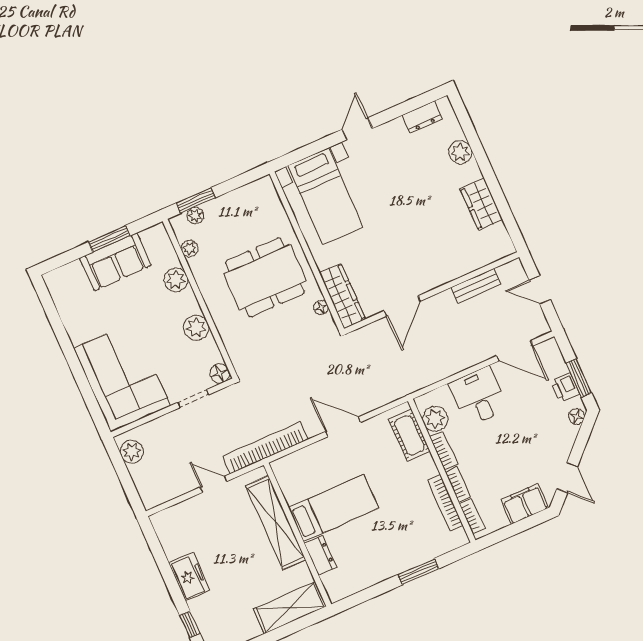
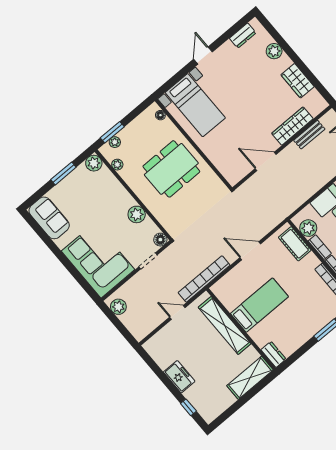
sofa: (115, 262) -> (49, 218), moved, turned -90
plant: (176, 280) -> (94, 163), moved
wardrobe: (342, 296) -> (292, 126), moved, turned -90
door: (402, 306) -> (266, 161), swing flipped
floor lamp: (321, 307) -> (160, 115), moved
dresser: (320, 555) -> (273, 354), moved

